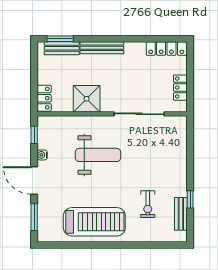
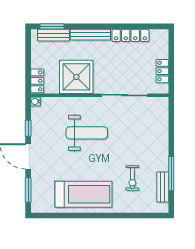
locker: (166, 49) -> (130, 35), moved
shower: (87, 99) -> (76, 77), width x1.37, depth x1.37
window: (34, 135) -> (28, 128), moved
water cooler: (42, 155) -> (36, 101), moved
window: (190, 199) -> (171, 174), width x2.17

